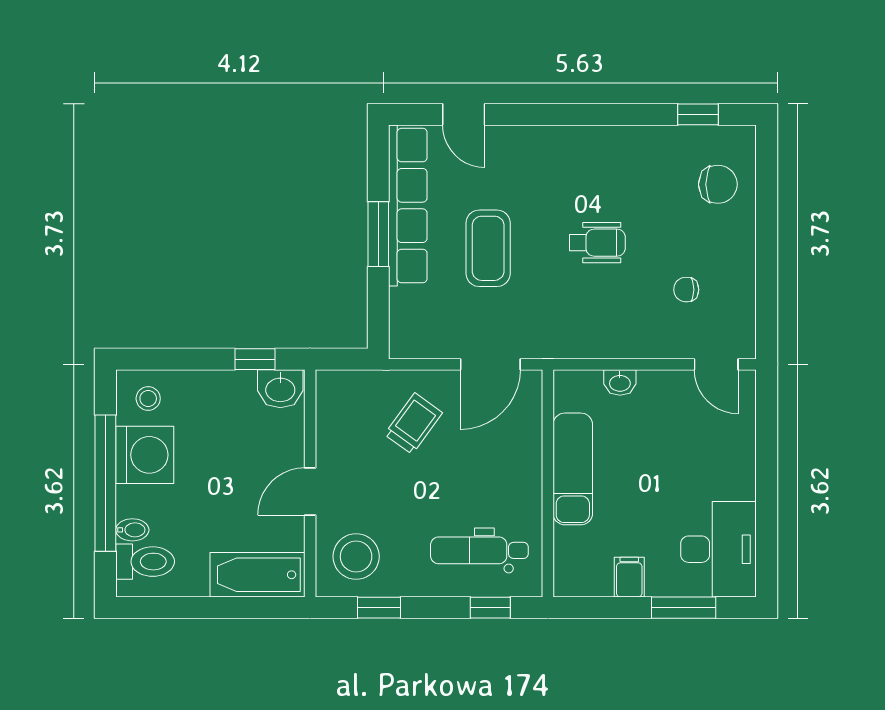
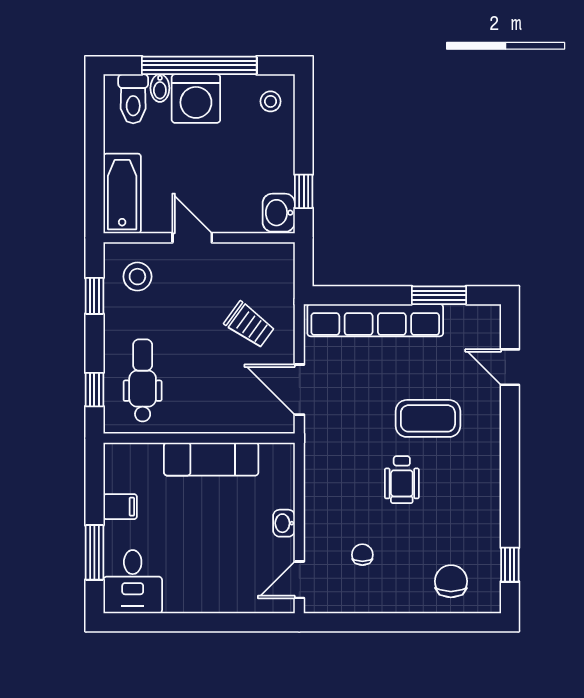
door: (464, 114) -> (510, 367), hinge flipped
chair: (718, 184) -> (451, 581), turned 180
row of seats: (408, 205) -> (375, 320), moved
window: (378, 234) -> (439, 295), moved
coffee table: (488, 248) -> (428, 418), moved
washbasin: (620, 383) -> (284, 523), moved
washing machine: (145, 455) -> (196, 99), moved
desk: (718, 549) -> (133, 582), width x0.73
stool: (356, 557) -> (137, 277), width x0.73, depth x0.73

